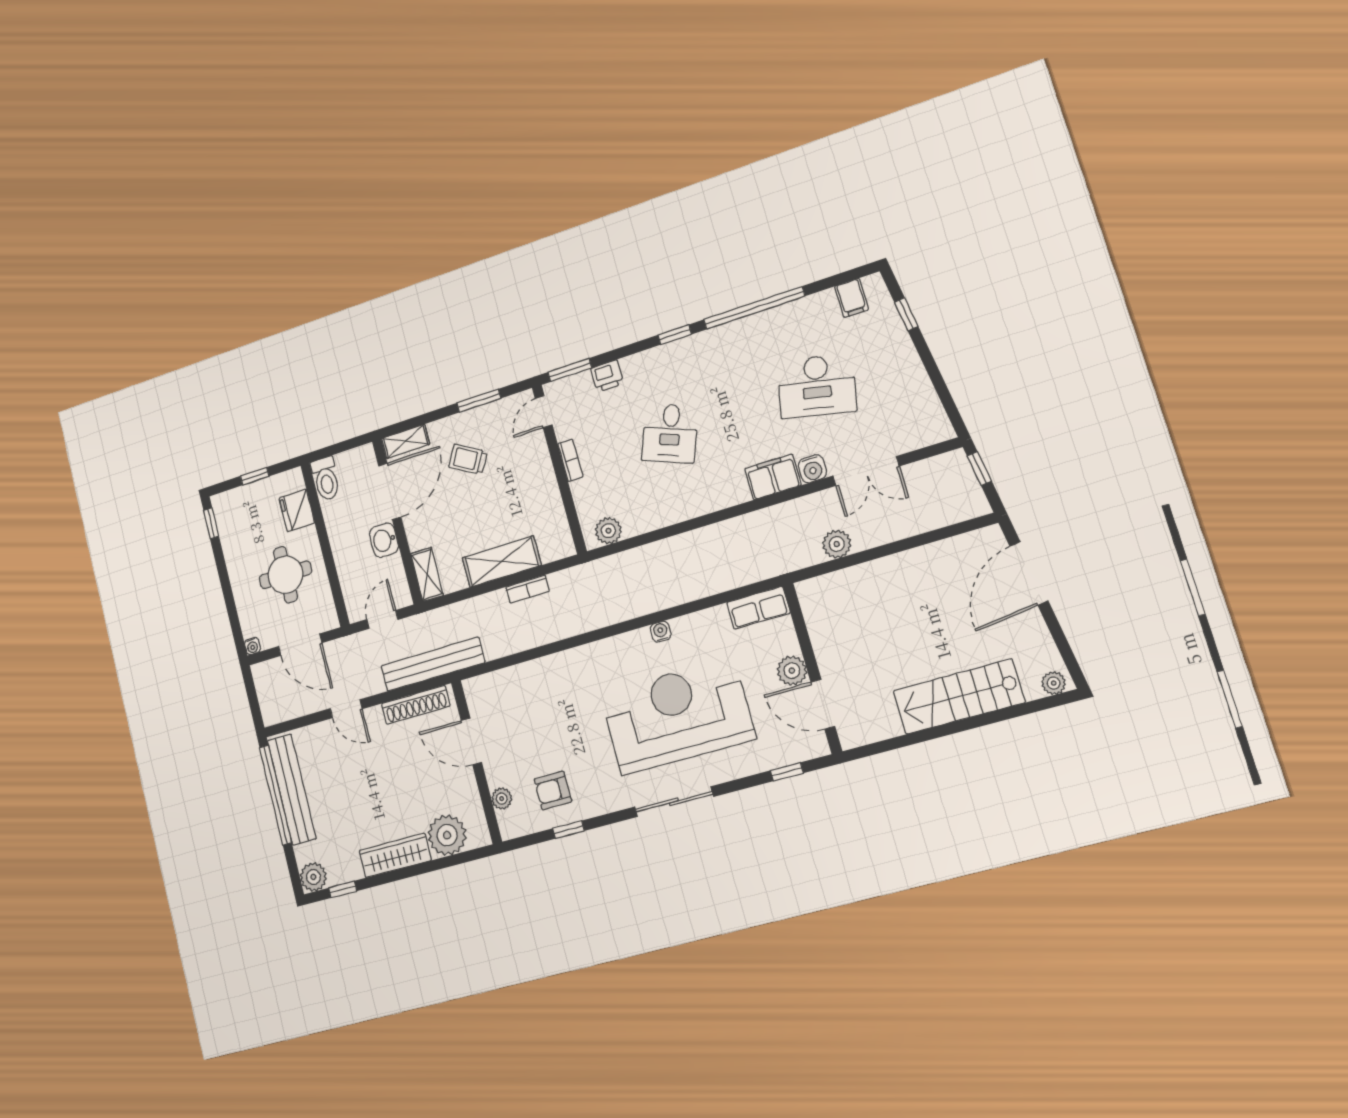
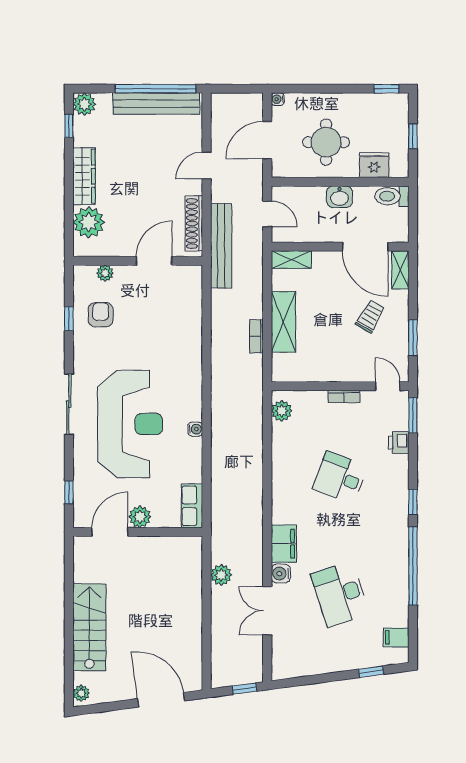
desk: (817, 386) -> (340, 594), turned -30
washbasin: (384, 540) -> (340, 197), moved, turned 180

